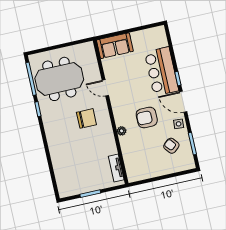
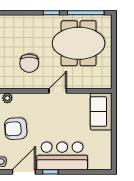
meeting table: (59, 79) -> (79, 43), turned 90
armchair: (147, 117) -> (16, 129), turned -94

